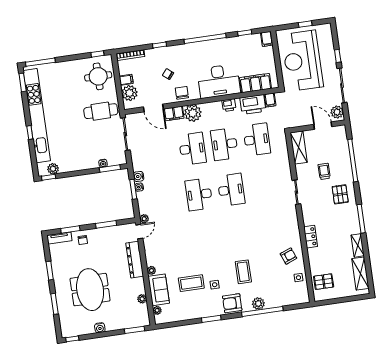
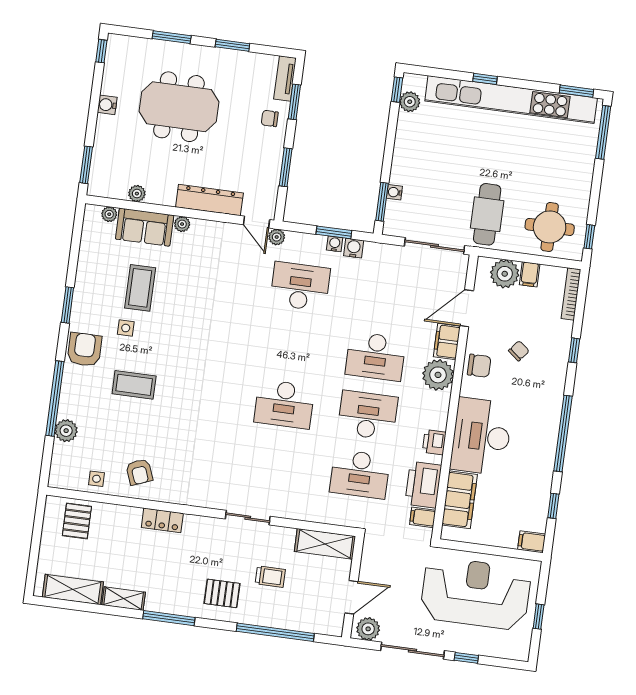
desk: (199, 194) -> (300, 286), moved
plant: (258, 304) -> (66, 431), moved

